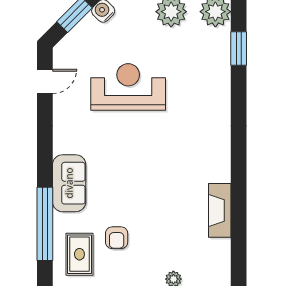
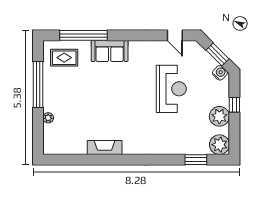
fireplace: (220, 210) -> (105, 147), moved
armchair: (117, 238) -> (75, 81), removed

